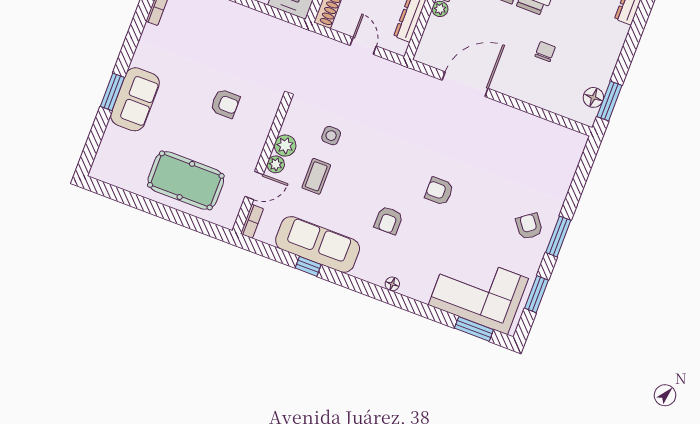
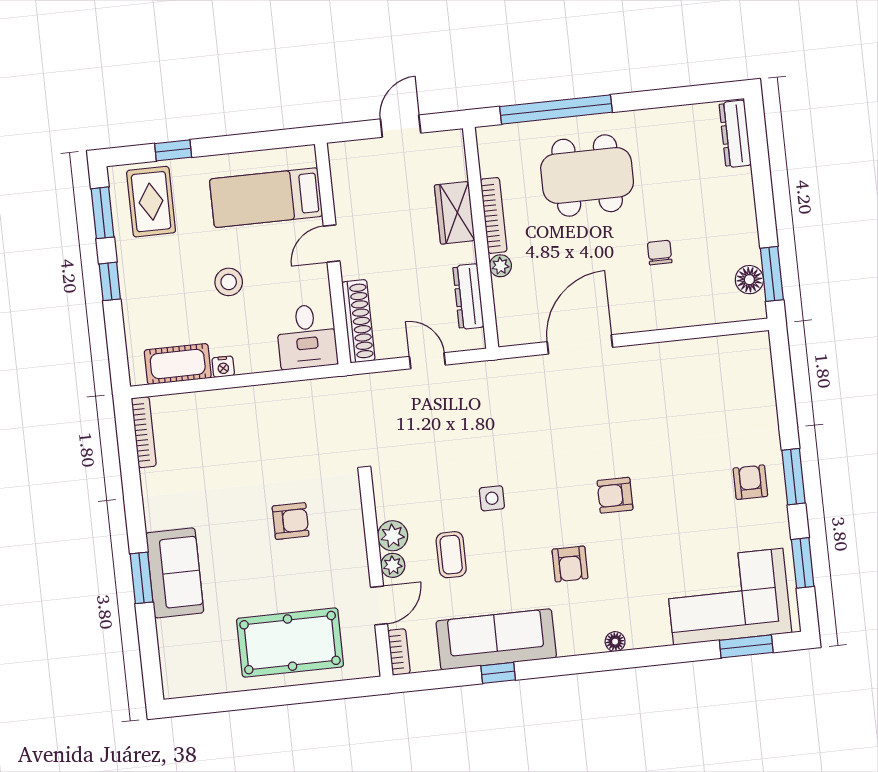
side table: (331, 136) -> (492, 498), moved
armchair: (529, 226) -> (750, 482), turned 37

